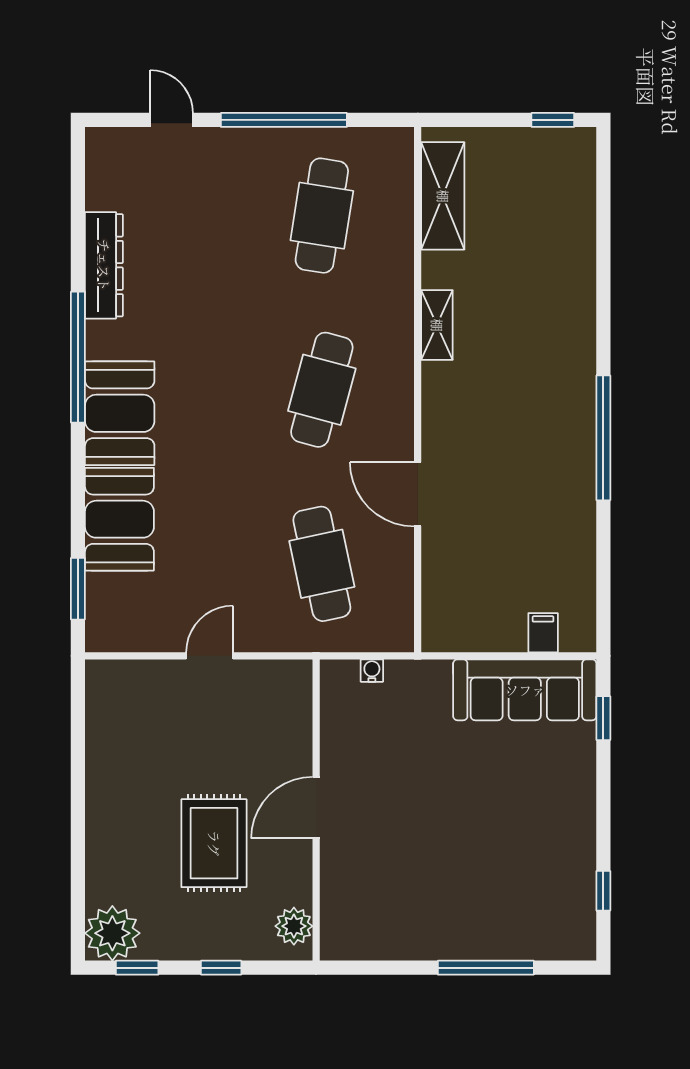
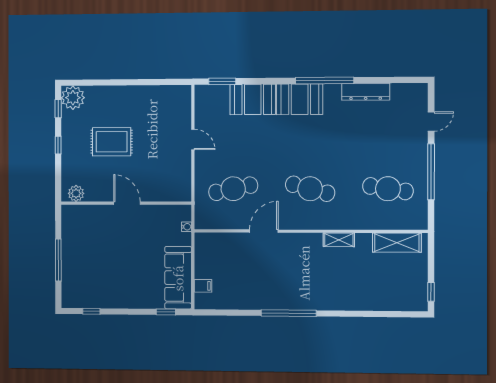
water cooler: (372, 671) -> (186, 227), moved
door: (316, 808) -> (127, 203), moved
wall: (316, 810) -> (126, 203), moved
plant: (294, 926) -> (76, 193), moved

